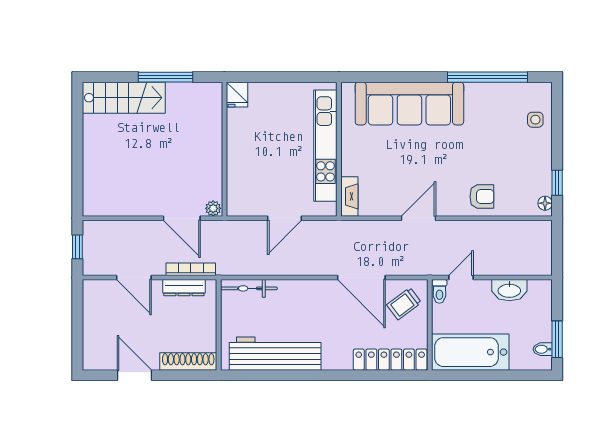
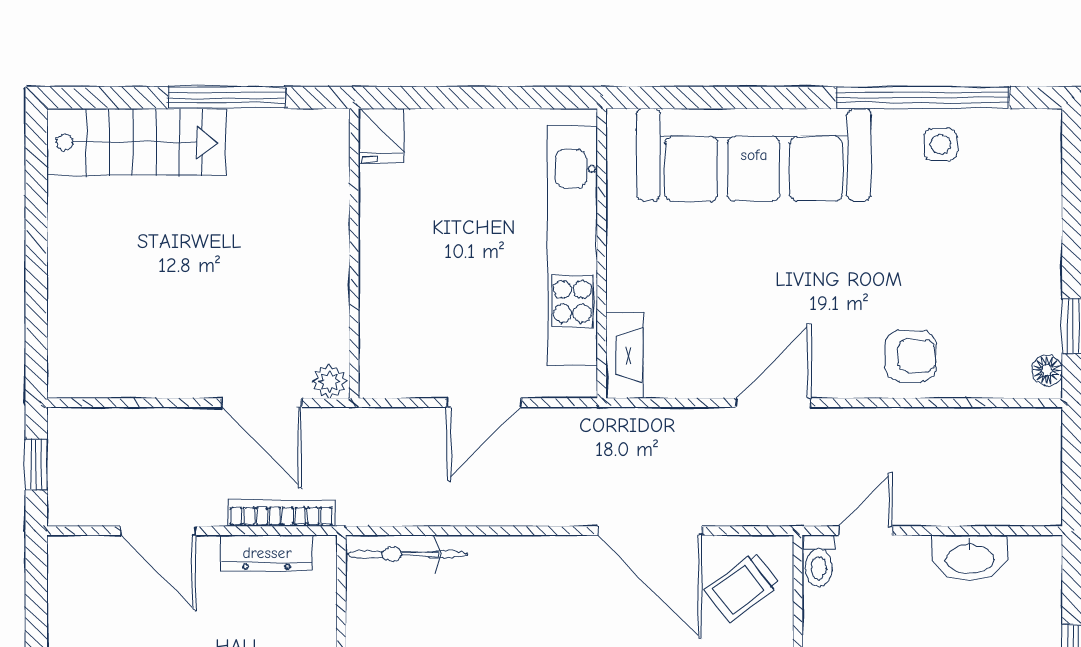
side table: (535, 120) -> (941, 144), moved

